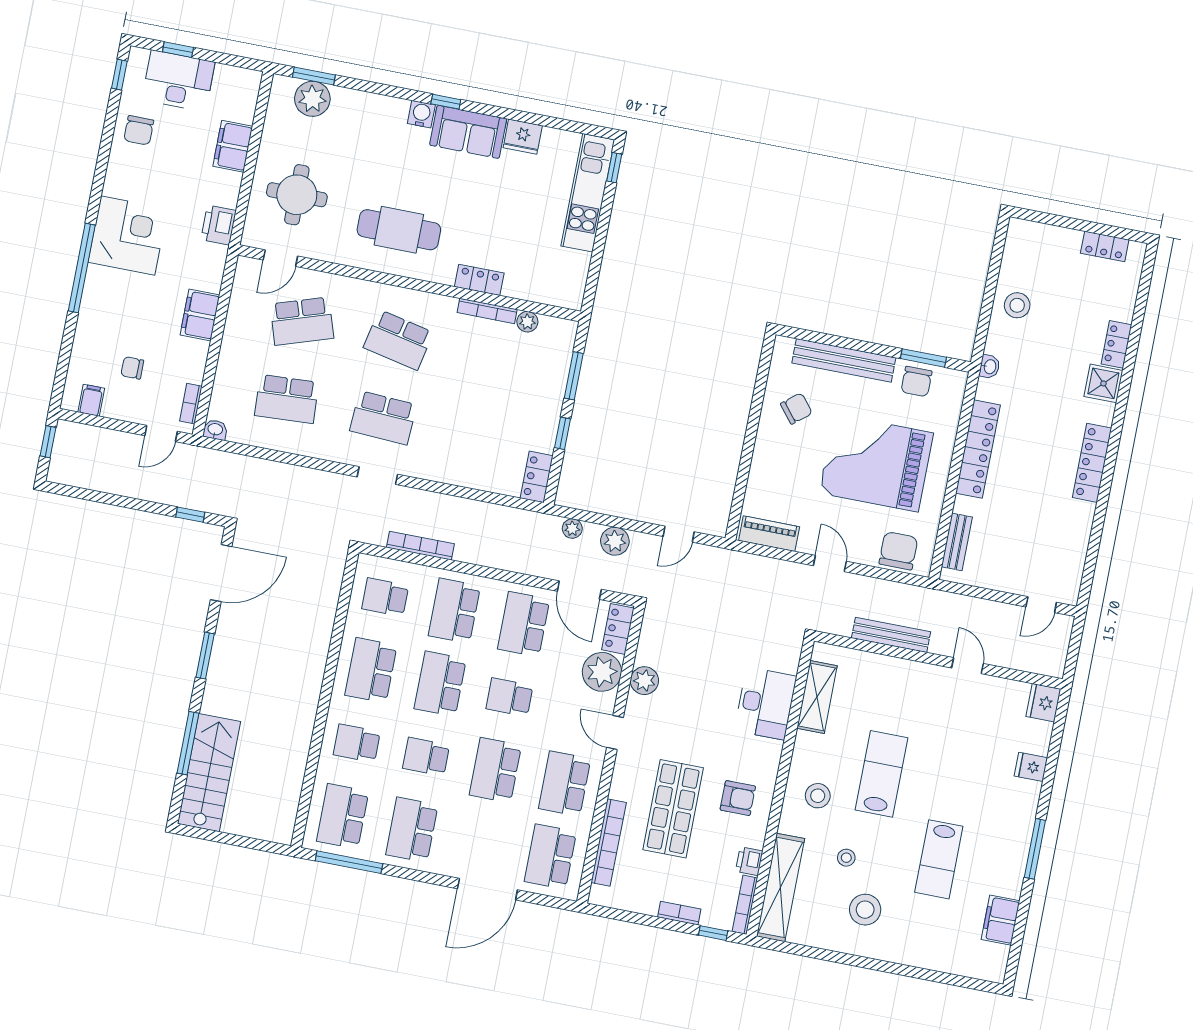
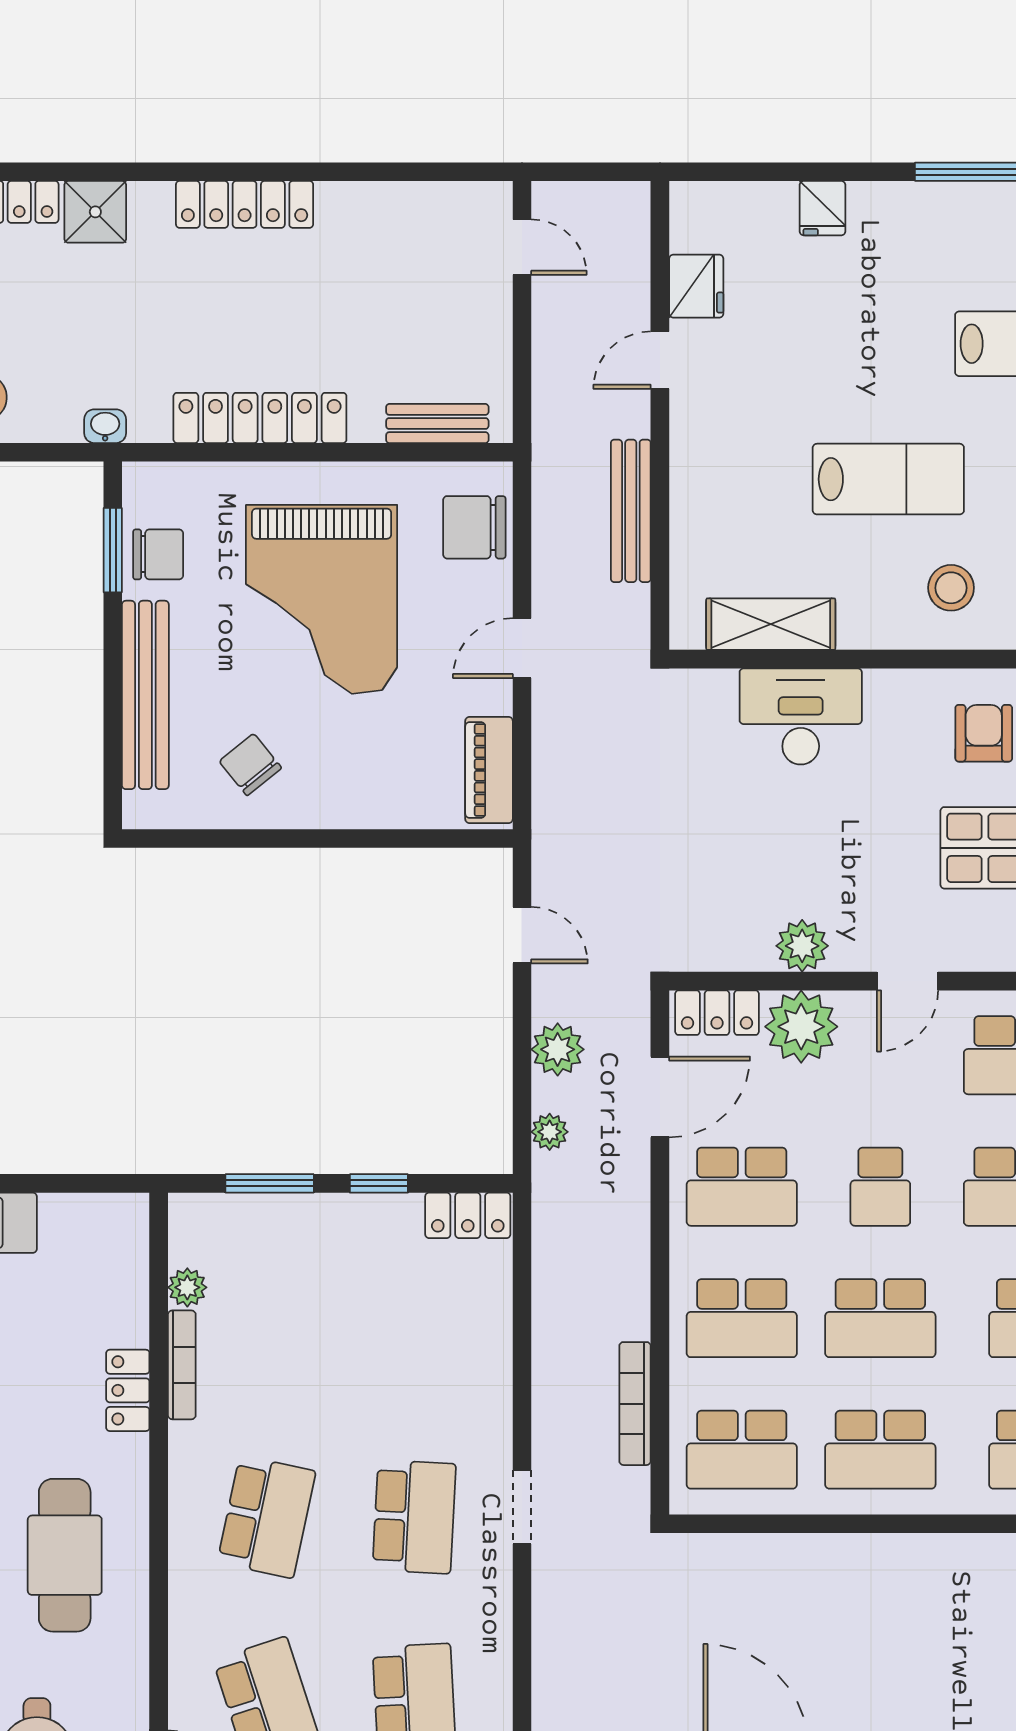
school desk: (385, 597) -> (742, 1450), width x1.85
fridge: (1043, 703) -> (696, 286), moved, turned -90
lab bench: (881, 774) -> (888, 479), turned 180

